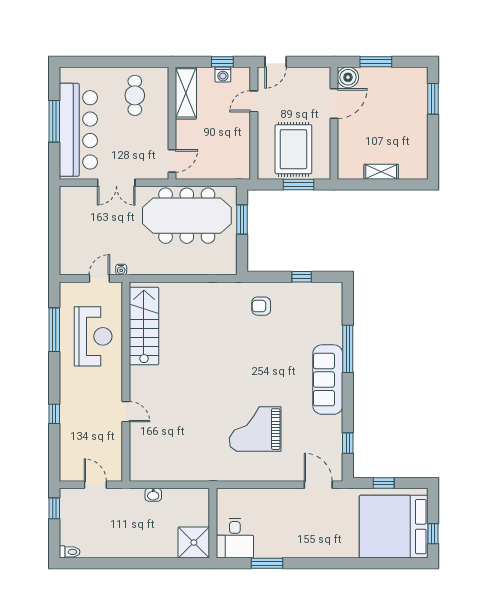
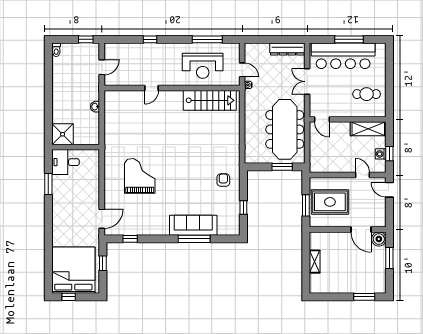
dresser: (69, 212) -> (287, 49), added
sofa: (328, 380) -> (193, 225), moved

